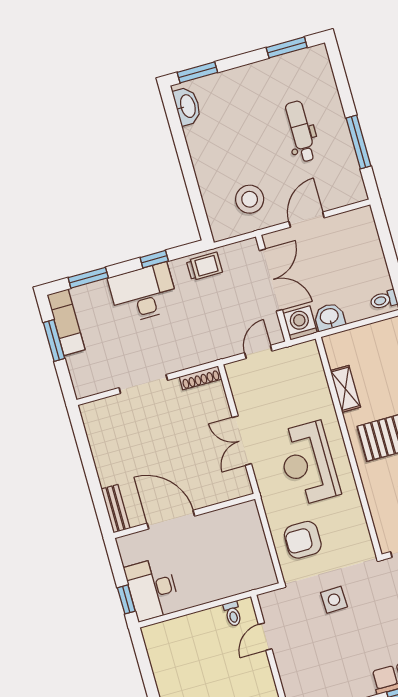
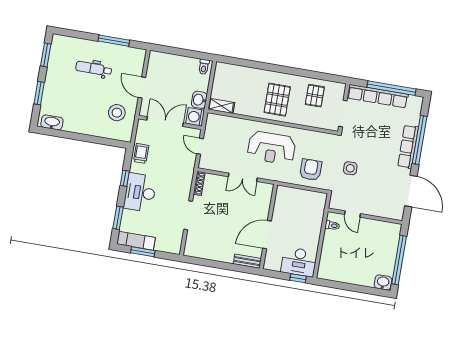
window: (197, 72) -> (39, 93), moved
shelving: (345, 389) -> (221, 106), moved
armchair: (303, 540) -> (311, 170), turned 180

